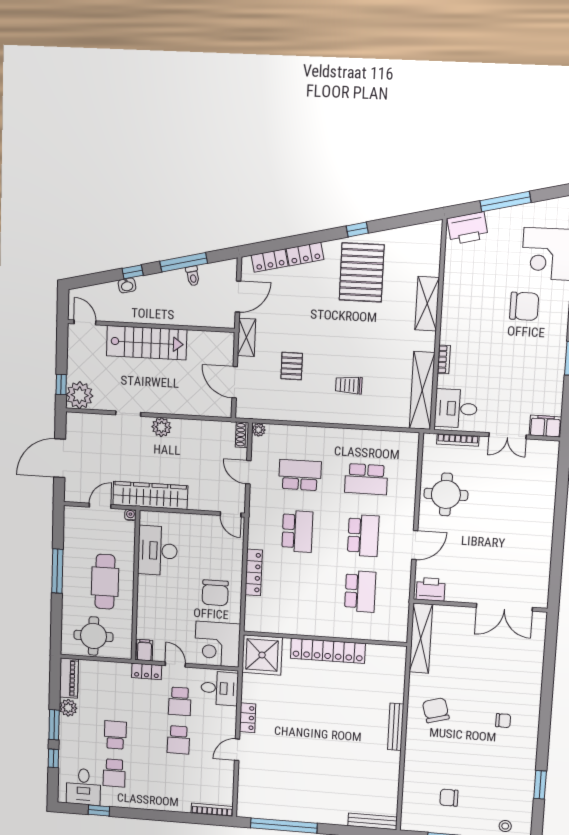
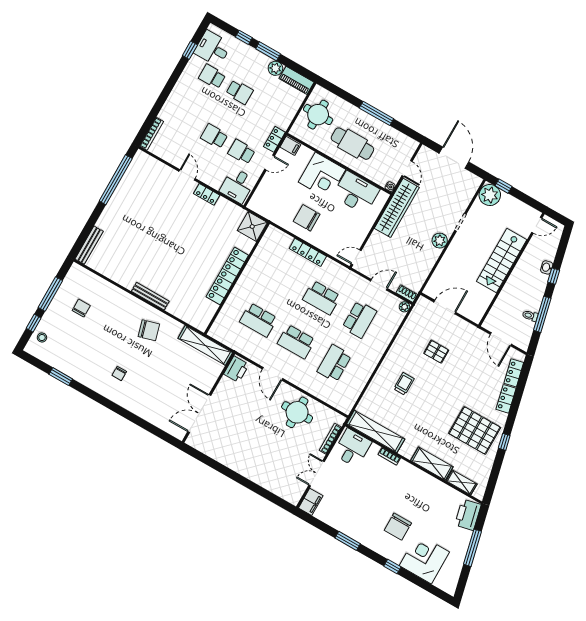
shelving: (246, 337) -> (462, 482), moved
corner desk: (217, 644) -> (322, 176), moved, turned 180
shower: (262, 655) -> (252, 227), width x0.73, depth x0.73

